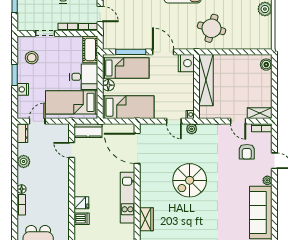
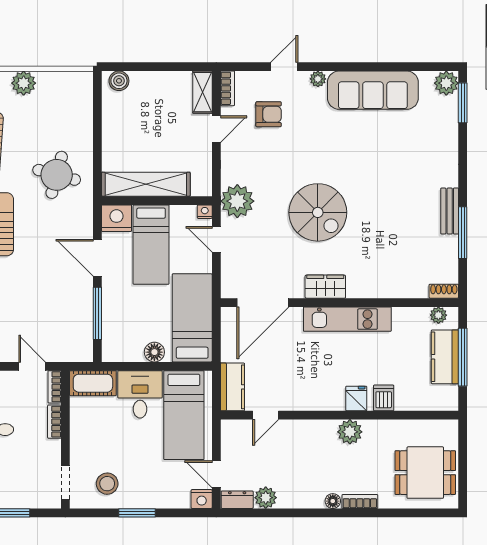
door: (100, 14) -> (32, 366), hinge flipped
doorway: (45, 33) -> (65, 483), moved
door: (163, 52) -> (97, 258), hinge flipped
bed: (126, 68) -> (151, 245), moved, turned 180
nightstand: (23, 89) -> (202, 499), moved
door: (174, 121) -> (216, 239), swing flipped
plant: (192, 129) -> (237, 201), width x1.87, depth x1.87
plant: (24, 161) -> (266, 498), moved
plant: (62, 199) -> (350, 432), added
wardrobe: (146, 219) -> (325, 287), moved

